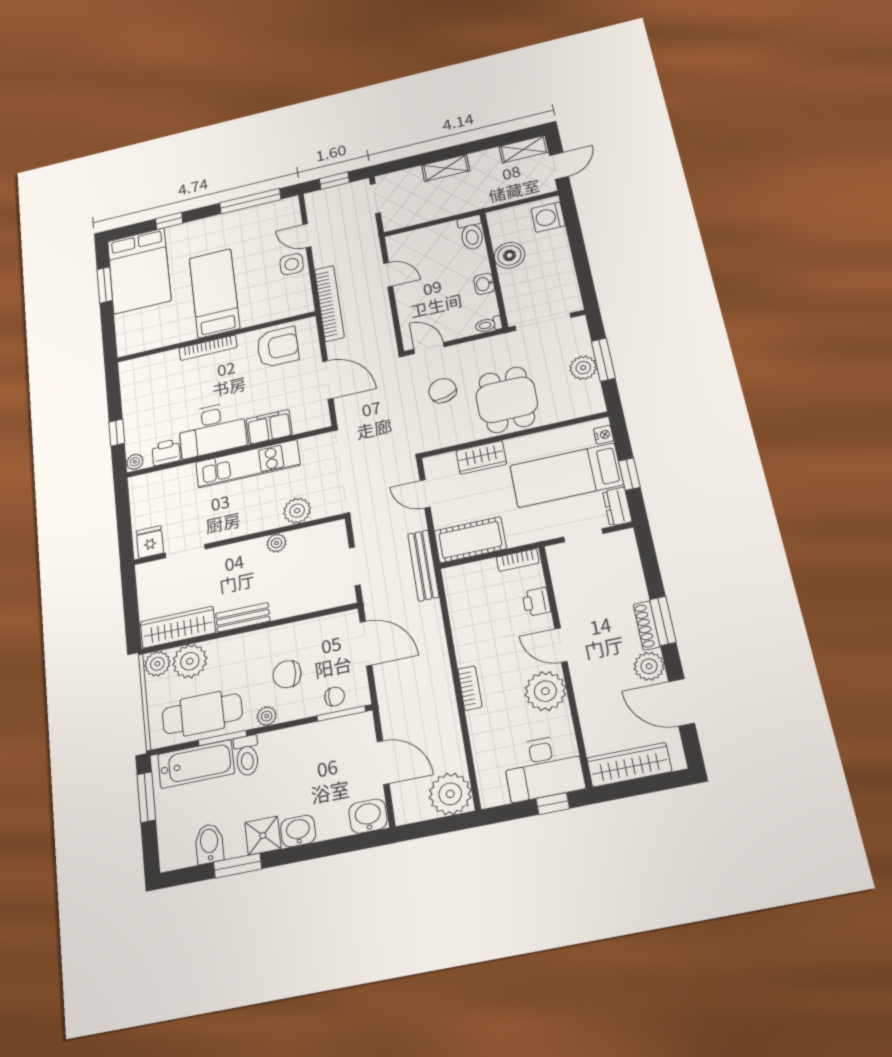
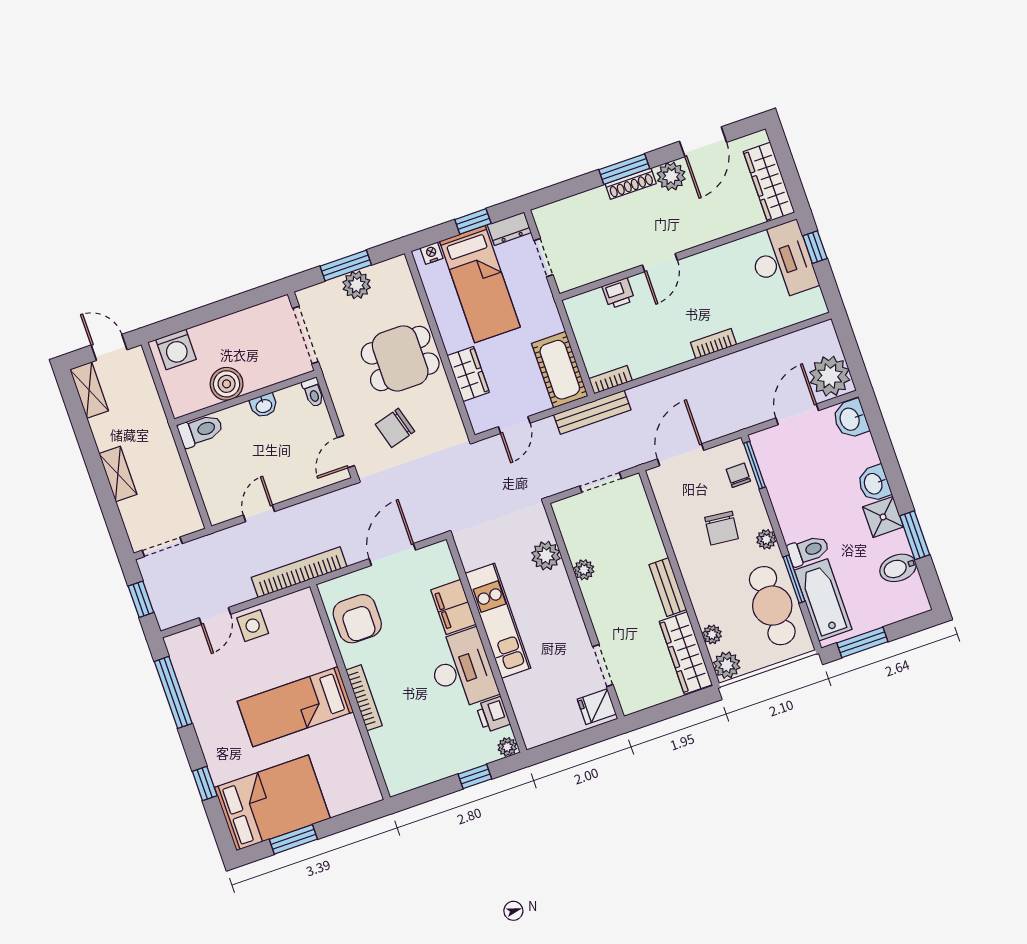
armchair: (278, 347) -> (357, 619), turned 180
bookcase: (518, 560) -> (611, 380), moved, turned -90
plant: (190, 661) -> (712, 634), width x0.53, depth x0.53
plant: (545, 691) -> (708, 271), removed
plant: (450, 794) -> (830, 376), moved

